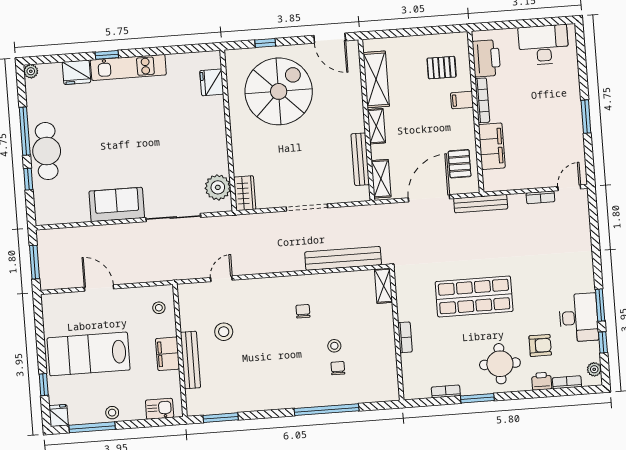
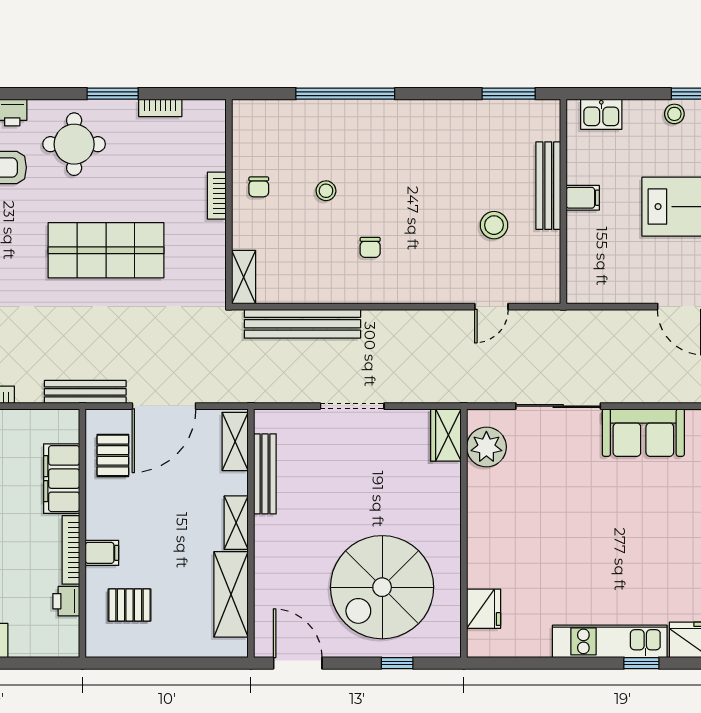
printer: (486, 58) -> (66, 601), width x0.53, depth x0.68
stool: (159, 308) -> (591, 269), removed
filing cabinet: (168, 354) -> (583, 198), width x0.50
chair: (338, 368) -> (259, 187), moved

